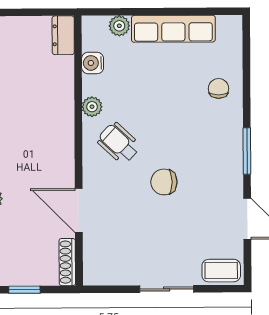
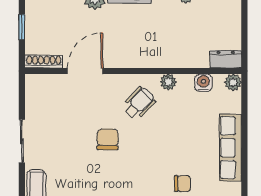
plant: (119, 26) -> (233, 82), moved

